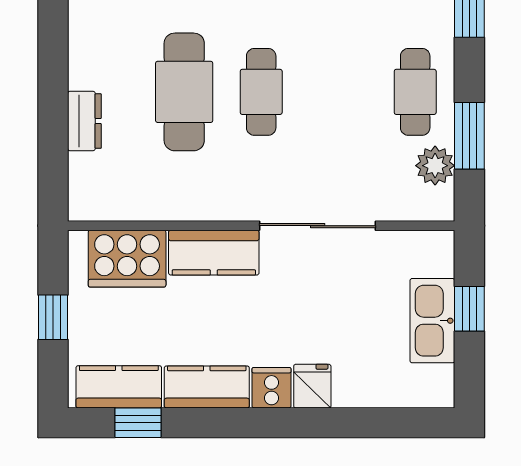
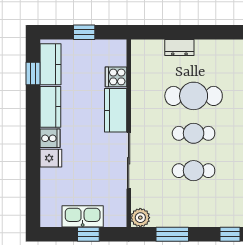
cafe table: (415, 92) -> (194, 171), moved
plant: (435, 166) -> (140, 218), moved
cooker: (127, 259) -> (116, 77), width x0.53, depth x0.76

